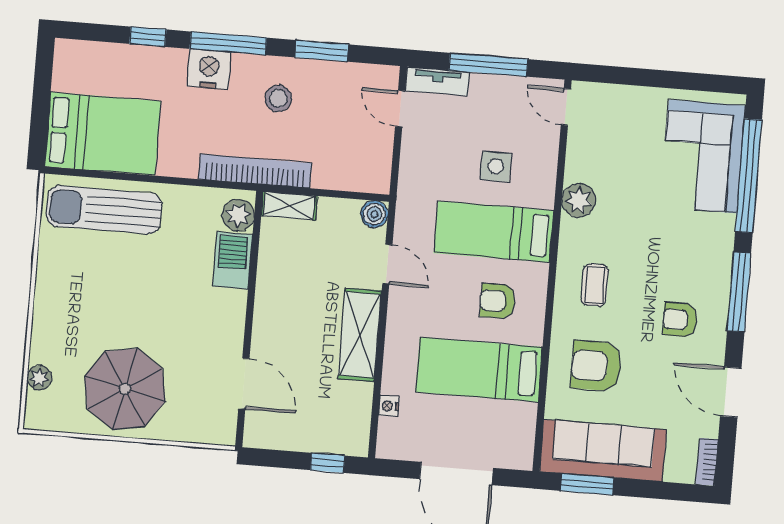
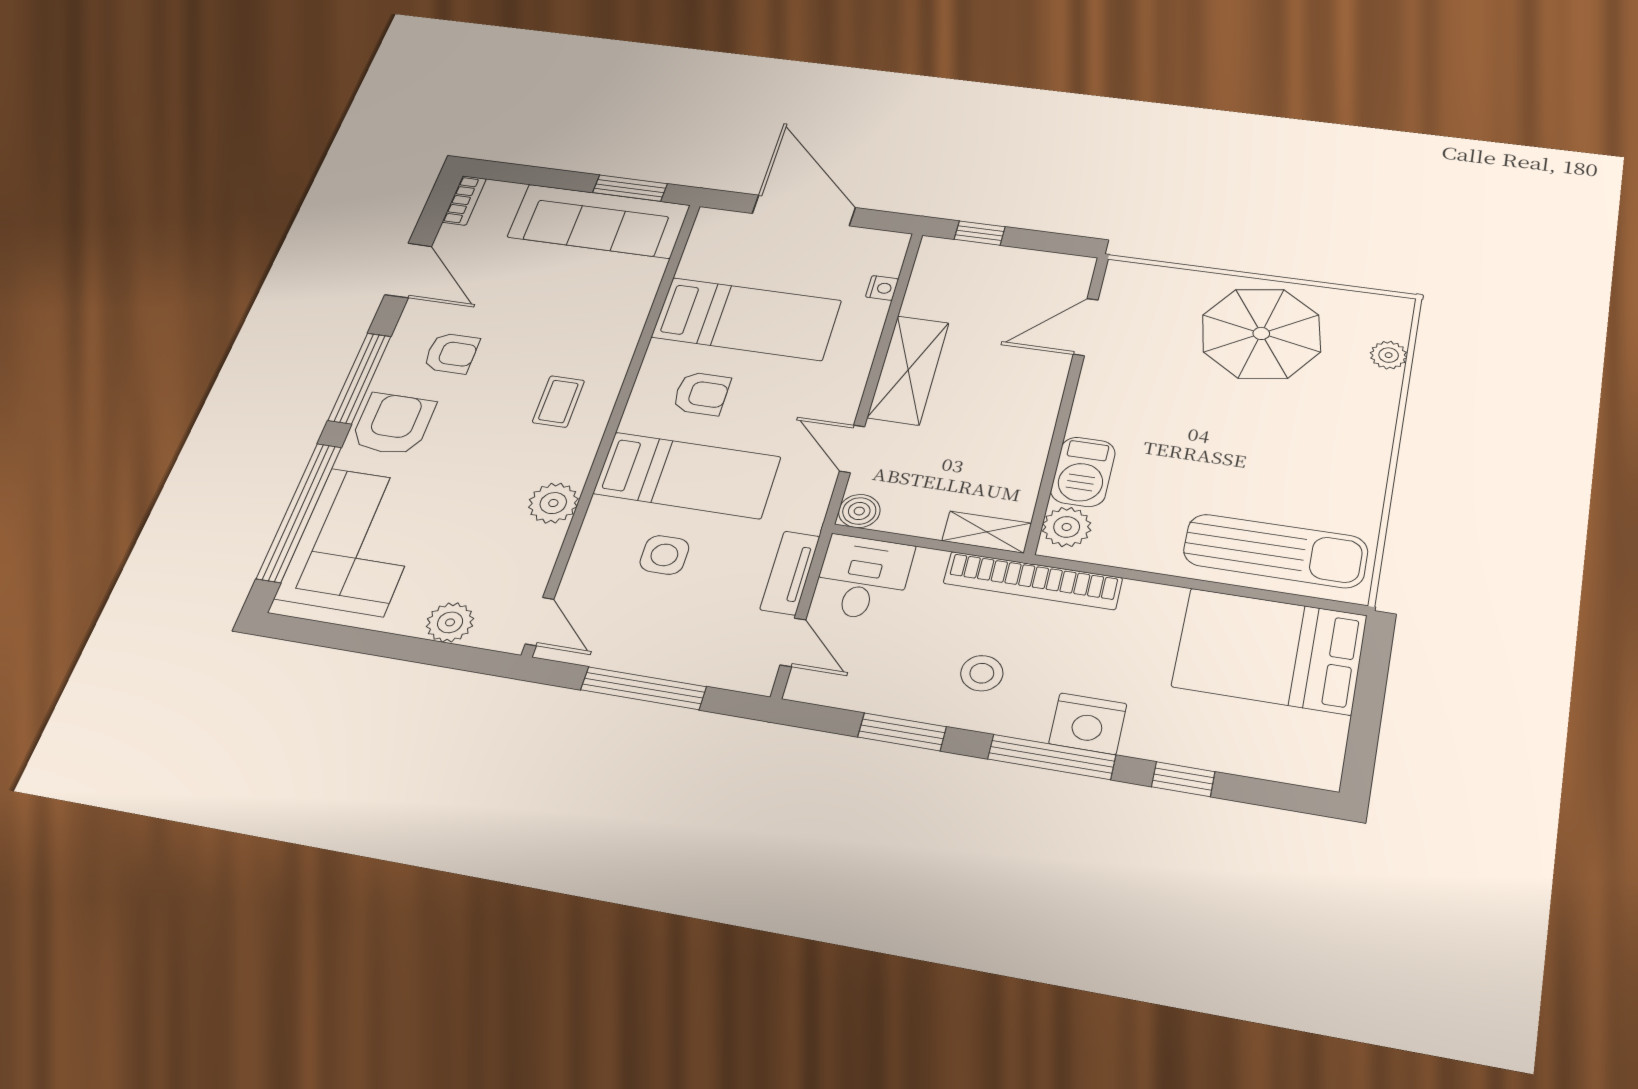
tv unit: (437, 81) -> (790, 573), moved, turned -90
plant: (624, 100) -> (450, 622), added
desk: (364, 162) -> (863, 578), added
armchair: (596, 366) -> (393, 424), moved, turned -90
door: (244, 384) -> (1086, 327), hinge flipped

